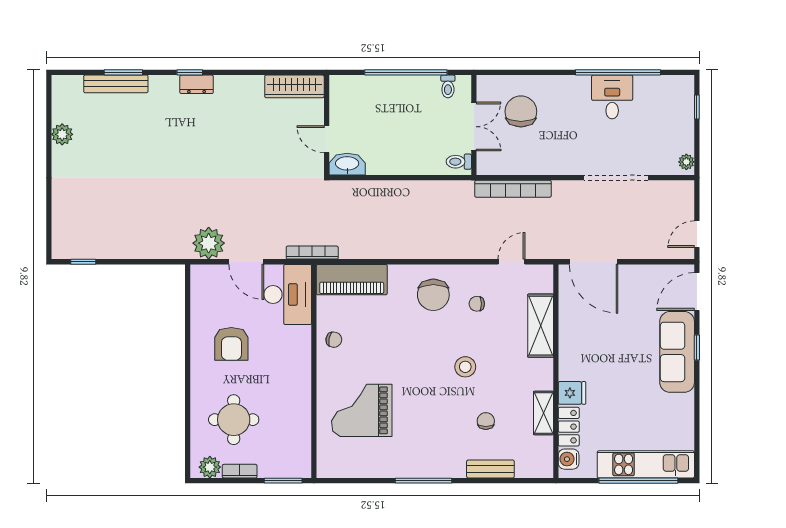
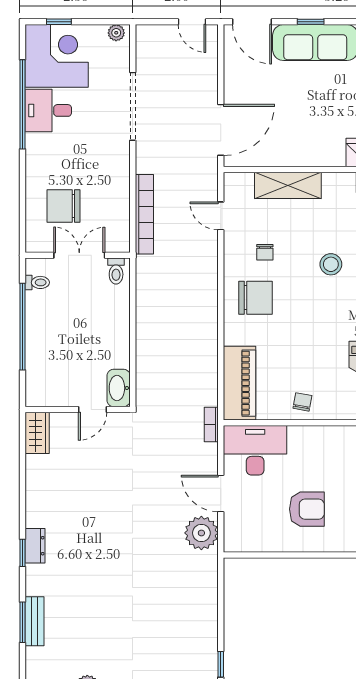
bench: (116, 84) -> (35, 621), width x0.73
wardrobe: (294, 86) -> (37, 433), width x0.67
corner desk: (664, 105) -> (57, 56), added
bookcase: (312, 253) -> (211, 425), width x0.64
door: (246, 262) -> (221, 494), swing flipped

